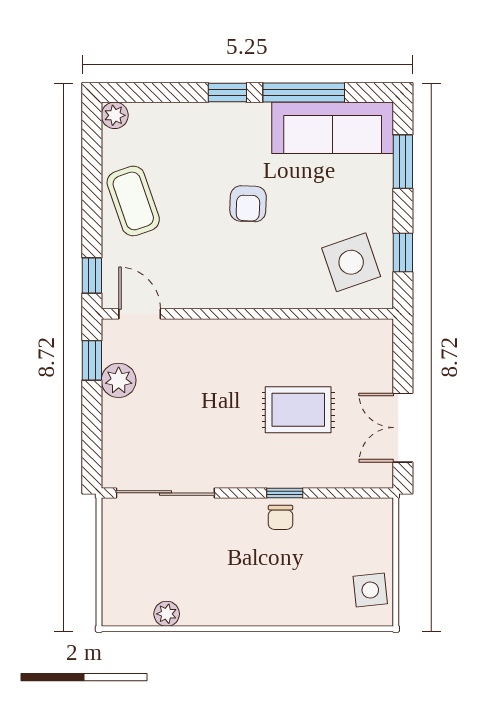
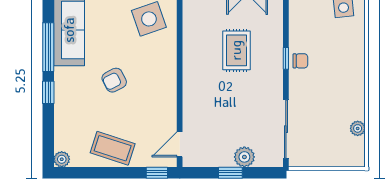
coffee table: (133, 201) -> (113, 148), turned 37
armchair: (248, 204) -> (114, 80), turned 151
window: (92, 360) -> (230, 173), moved
plant: (119, 380) -> (244, 157), moved

